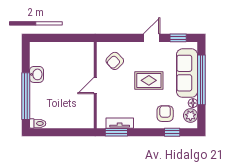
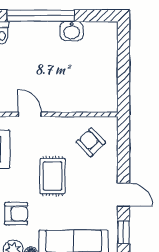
rug: (149, 80) -> (52, 176), moved
door: (95, 86) -> (30, 114), moved

